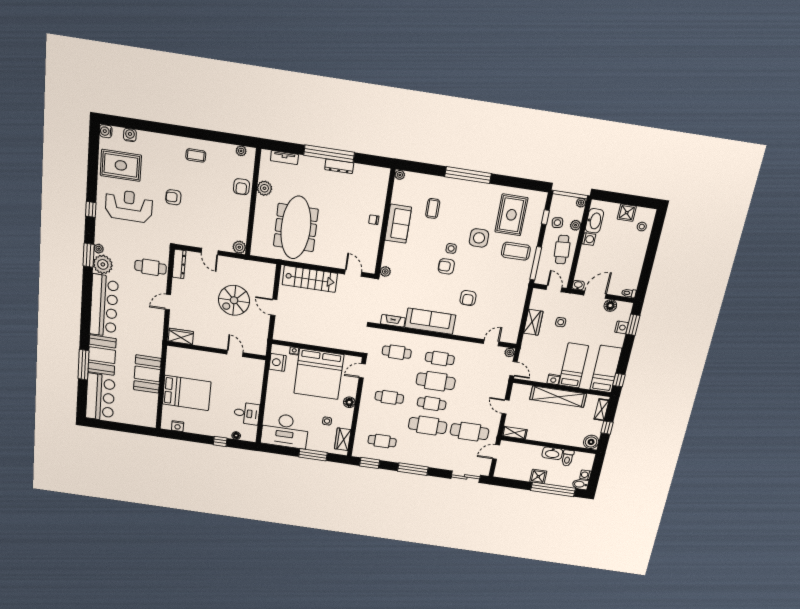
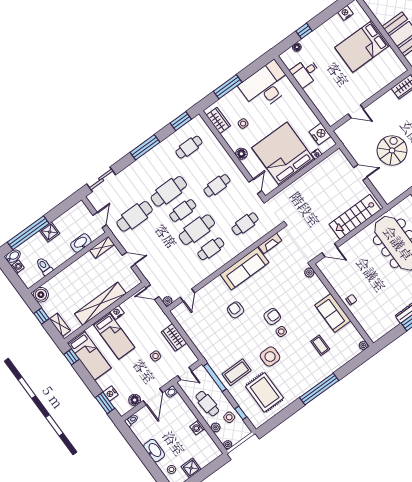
washbasin: (594, 221) -> (154, 451), moved, turned 180
washbasin: (552, 453) -> (81, 243), moved

